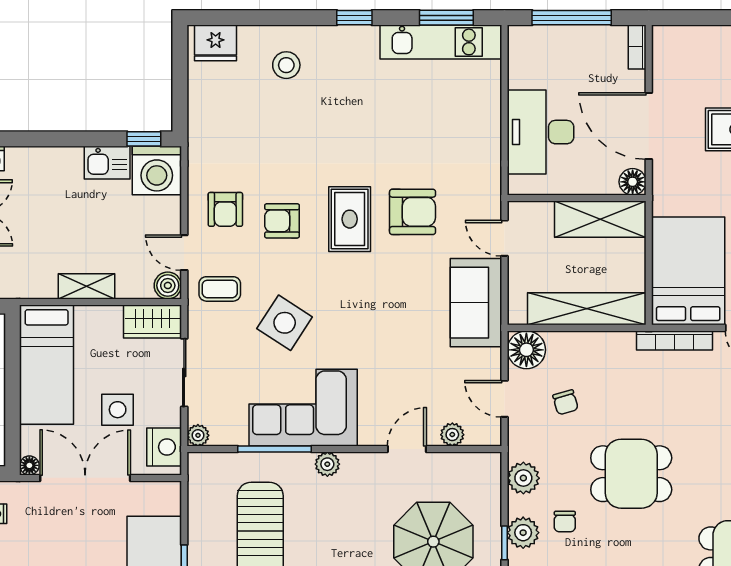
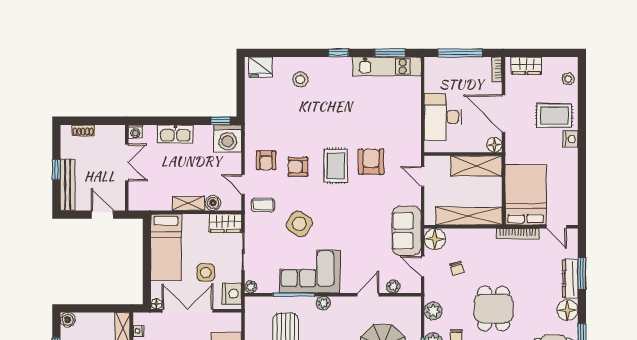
wardrobe: (690, 40) -> (526, 66), added
kitchen sink: (107, 163) -> (175, 134), moved, width x1.38
armchair: (413, 212) -> (371, 162), turned -90
boiler: (168, 285) -> (213, 203), moved
sofa: (476, 303) -> (407, 231), moved
dining table: (631, 474) -> (494, 308), turned 90

